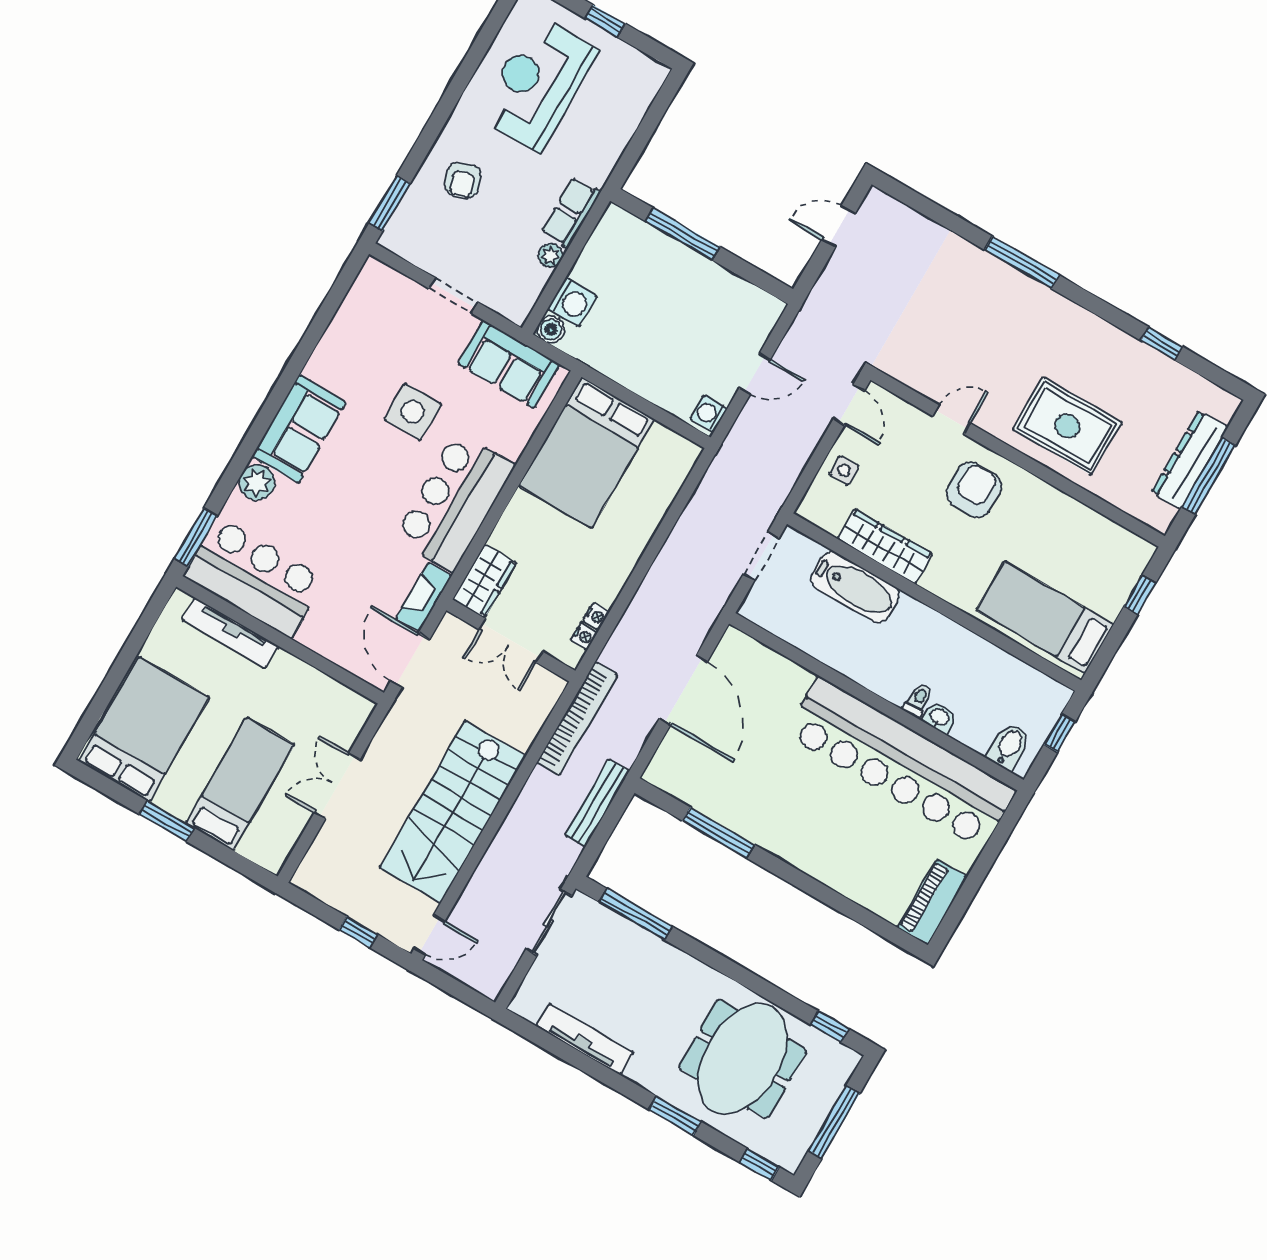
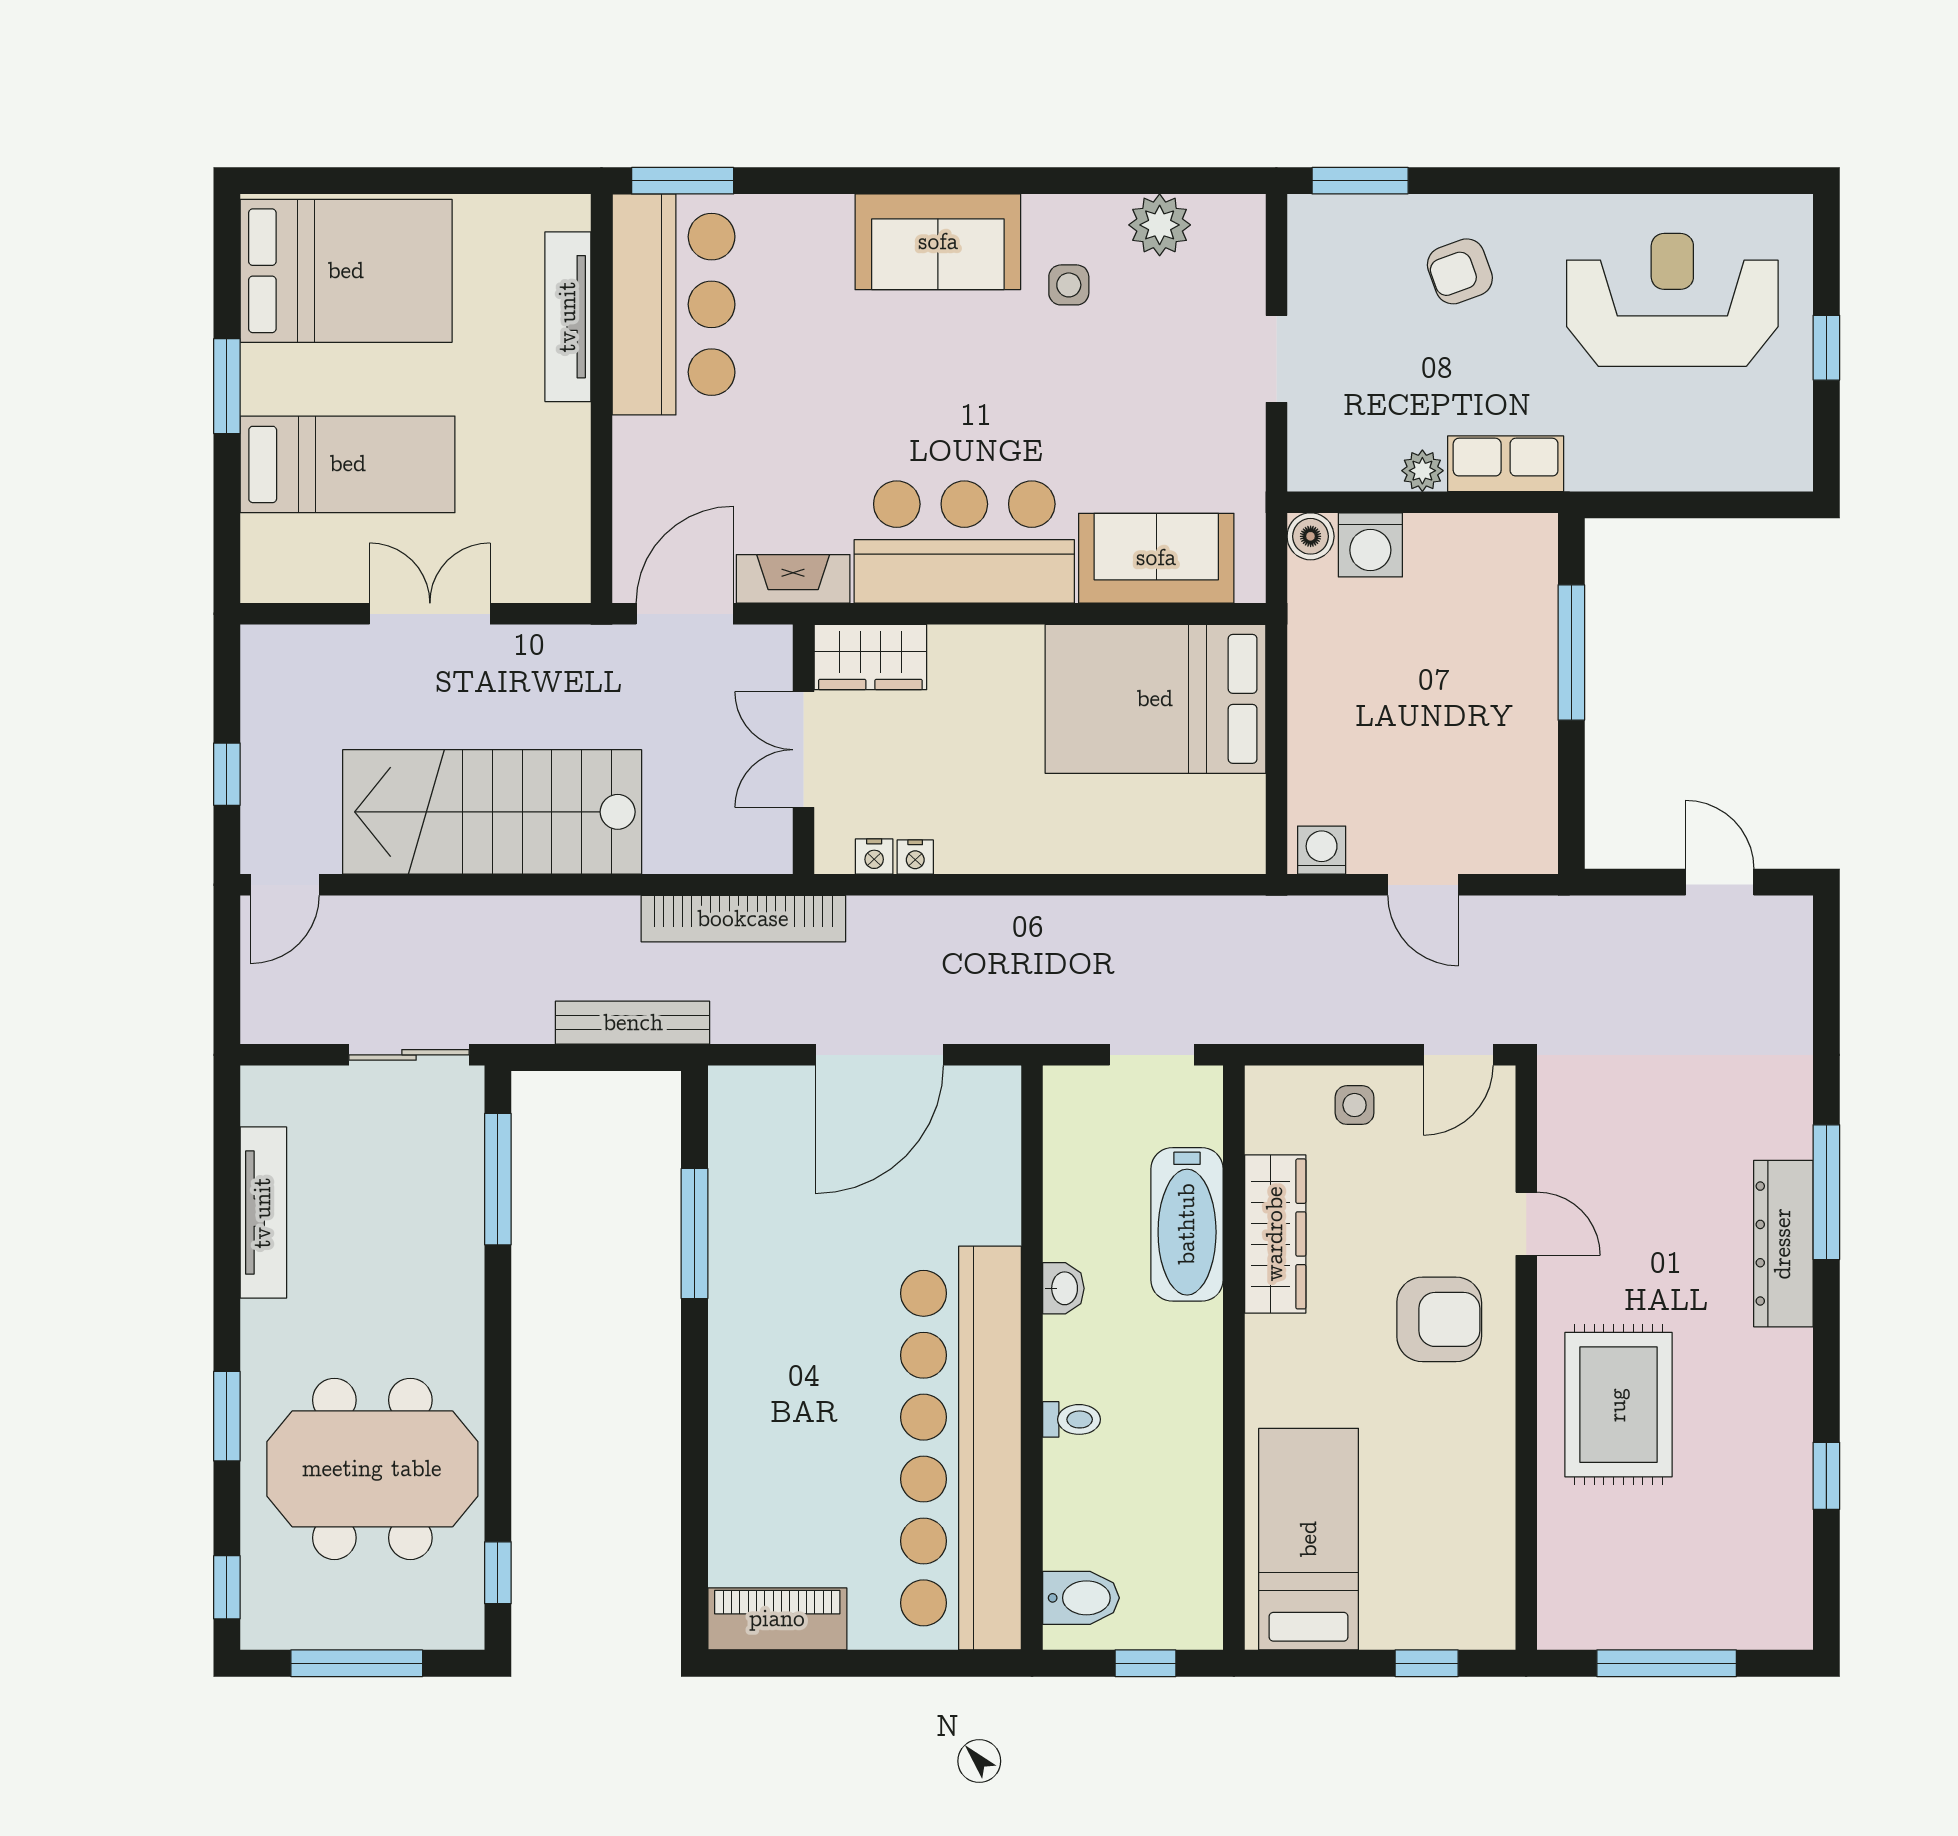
sofa: (509, 364) -> (1156, 558), moved, turned 90
side table: (413, 412) -> (1069, 285), moved, width x0.54, depth x0.54
dresser: (1190, 460) -> (1783, 1244), moved, turned -90
plant: (257, 482) -> (1160, 225), moved
washbasin: (939, 718) -> (1063, 1288), moved
door: (429, 935) -> (285, 885), hinge flipped

